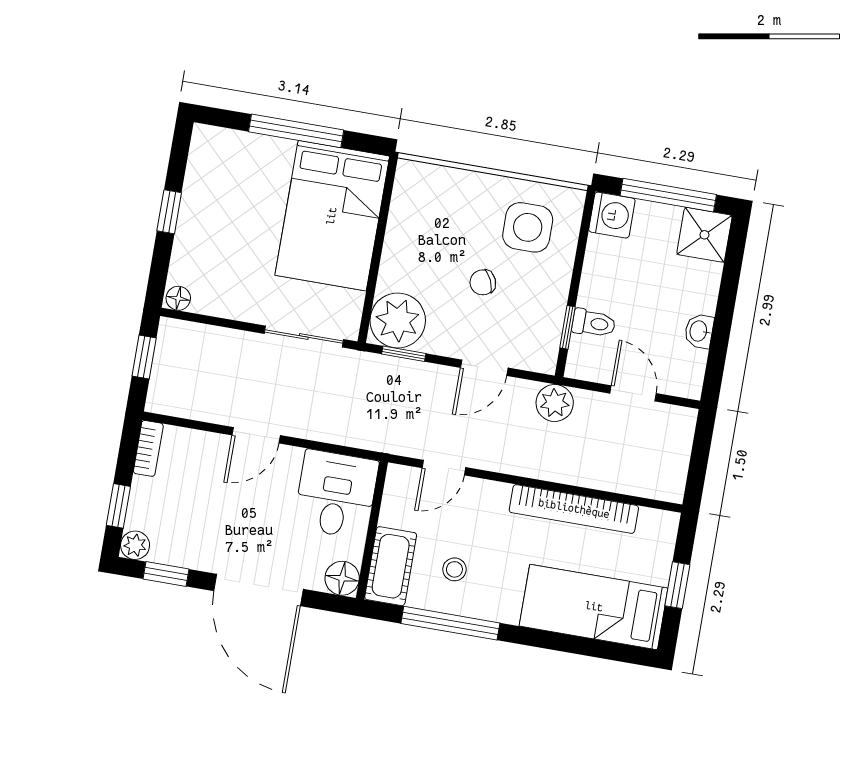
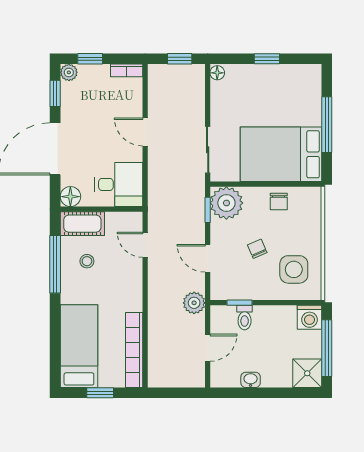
chair: (410, 233) -> (279, 202), added
bookcase: (574, 509) -> (134, 350), moved

